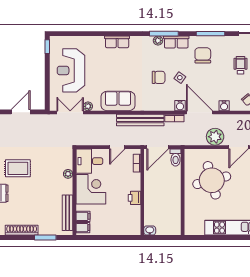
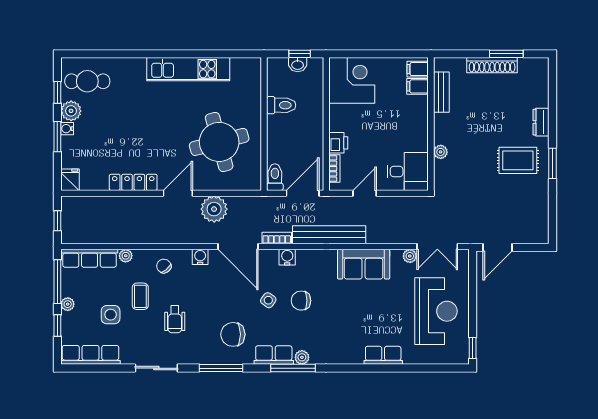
row of seats: (117, 42) -> (383, 355), moved
chair: (203, 55) -> (233, 334), turned 90
water cooler: (180, 106) -> (287, 257), moved
door: (21, 112) -> (498, 247), moved
corner desk: (91, 189) -> (352, 80), moved, turned 180
printer: (134, 198) -> (338, 143), moved
toilet: (171, 204) -> (281, 105), added
bench: (68, 213) -> (441, 92), width x0.73
shoe rack: (22, 230) -> (492, 65), moved
washbasin: (150, 230) -> (298, 65), moved
window: (45, 237) -> (506, 54), moved
window: (159, 237) -> (300, 54), added

